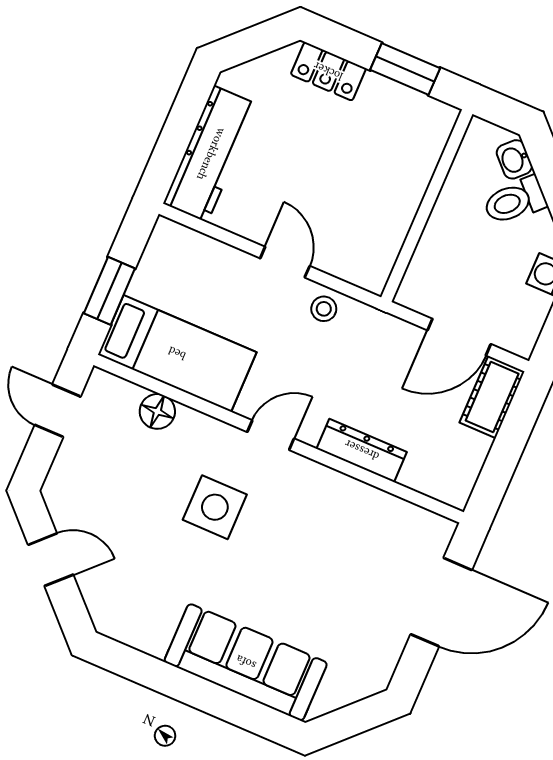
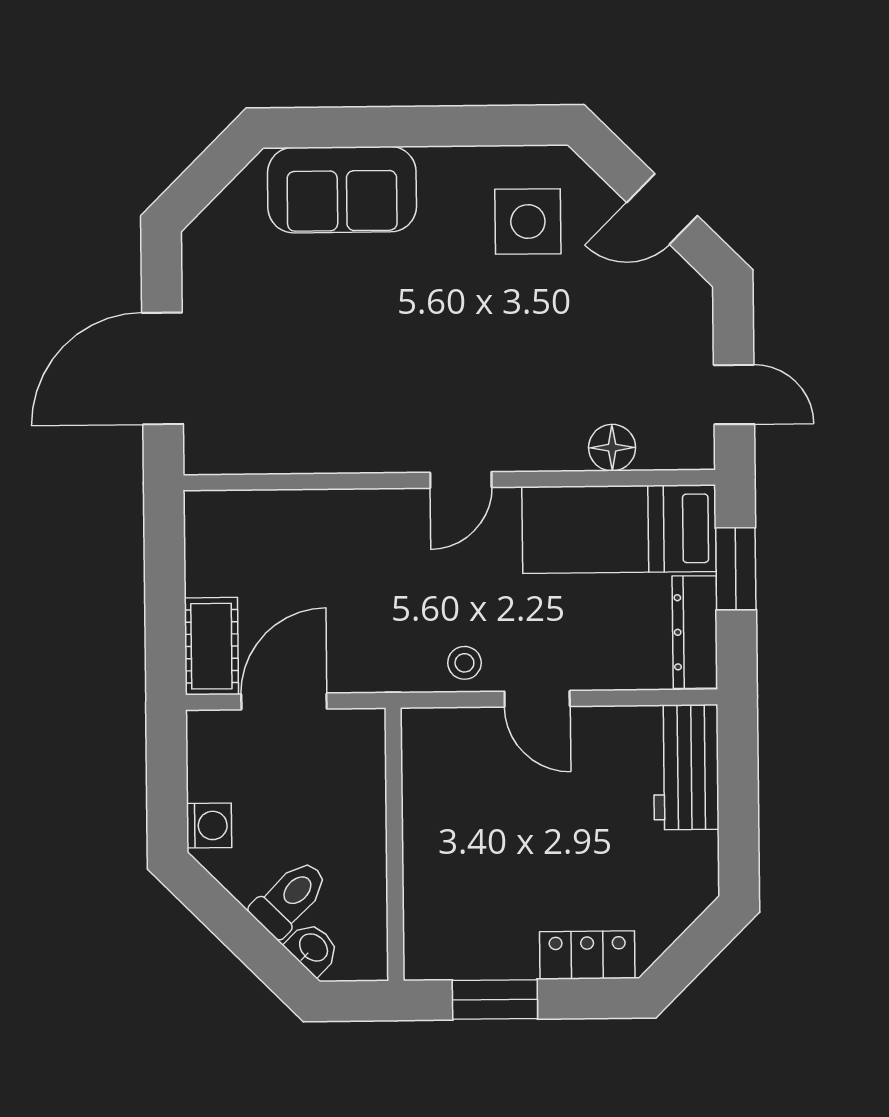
workbench: (211, 154) -> (686, 767), width x0.73
dresser: (362, 450) -> (695, 632), moved, turned 90
side table: (215, 507) -> (528, 222), moved
sofa: (246, 662) -> (342, 190), width x0.73

